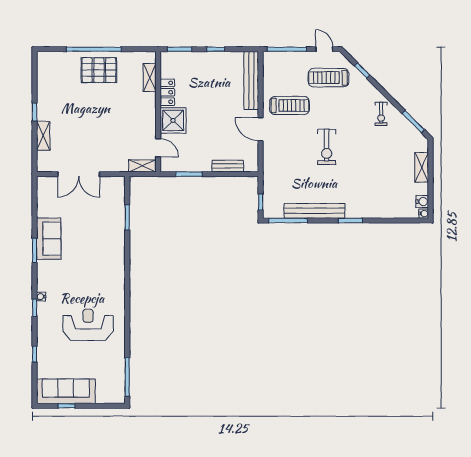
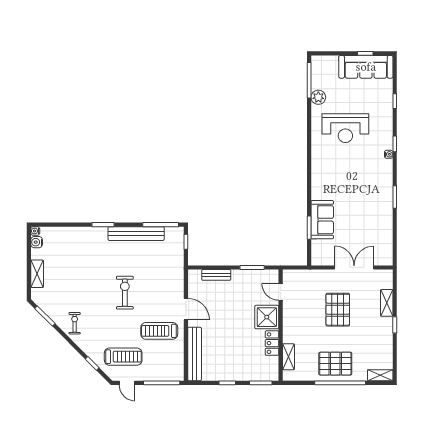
pallet: (96, 129) -> (338, 310), added
shelving: (142, 166) -> (380, 375), moved
sofa: (49, 239) -> (322, 220), moved, turned 180
plant: (117, 358) -> (318, 97), added

